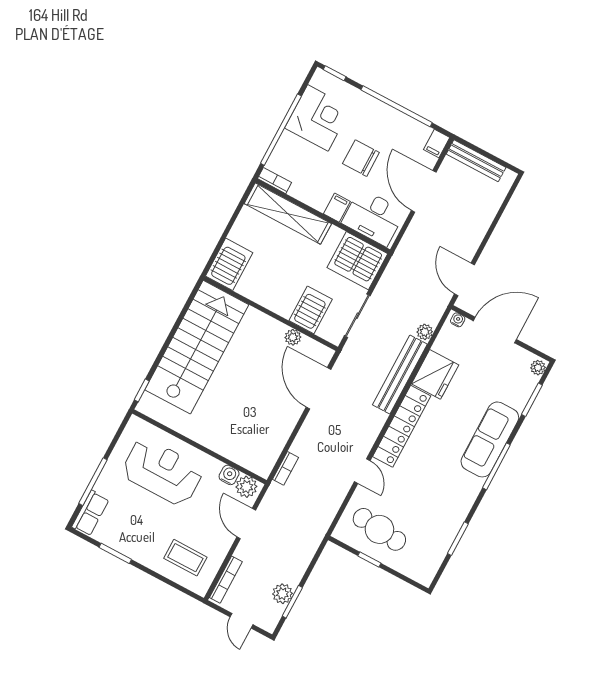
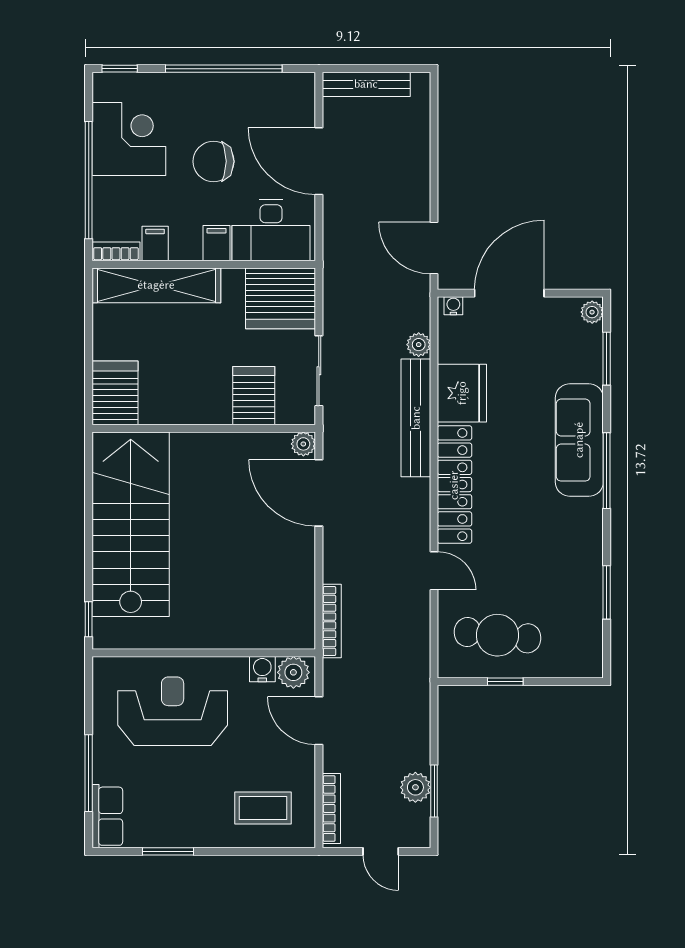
filing cabinet: (437, 144) -> (155, 244), moved, turned 180
plant: (293, 337) -> (303, 444), moved
bookcase: (286, 468) -> (332, 621), width x1.56

